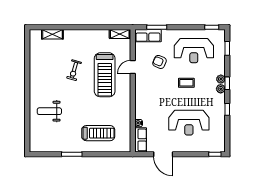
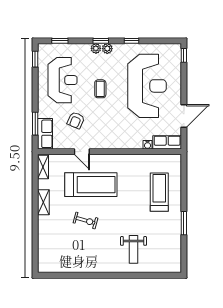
shelving: (52, 34) -> (43, 202), moved
reception desk: (189, 123) -> (147, 86), width x1.36, depth x1.30

